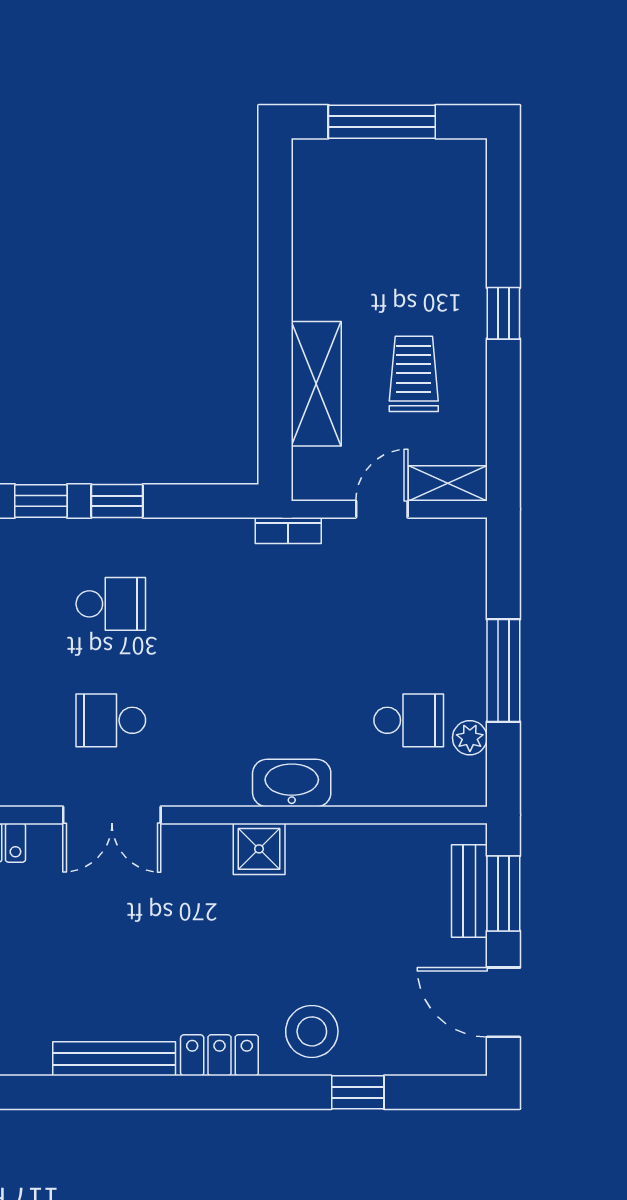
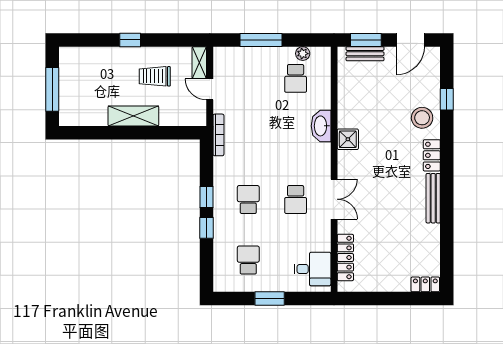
shelving: (316, 384) -> (133, 116), moved
bookcase: (288, 531) -> (218, 135), width x1.56
window: (503, 671) -> (261, 40), moved
school desk: (409, 720) -> (296, 78), turned 180

